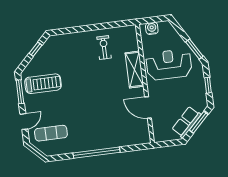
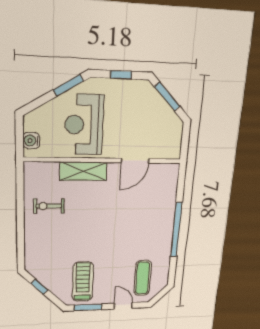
row of seats: (186, 122) -> (163, 113), removed

